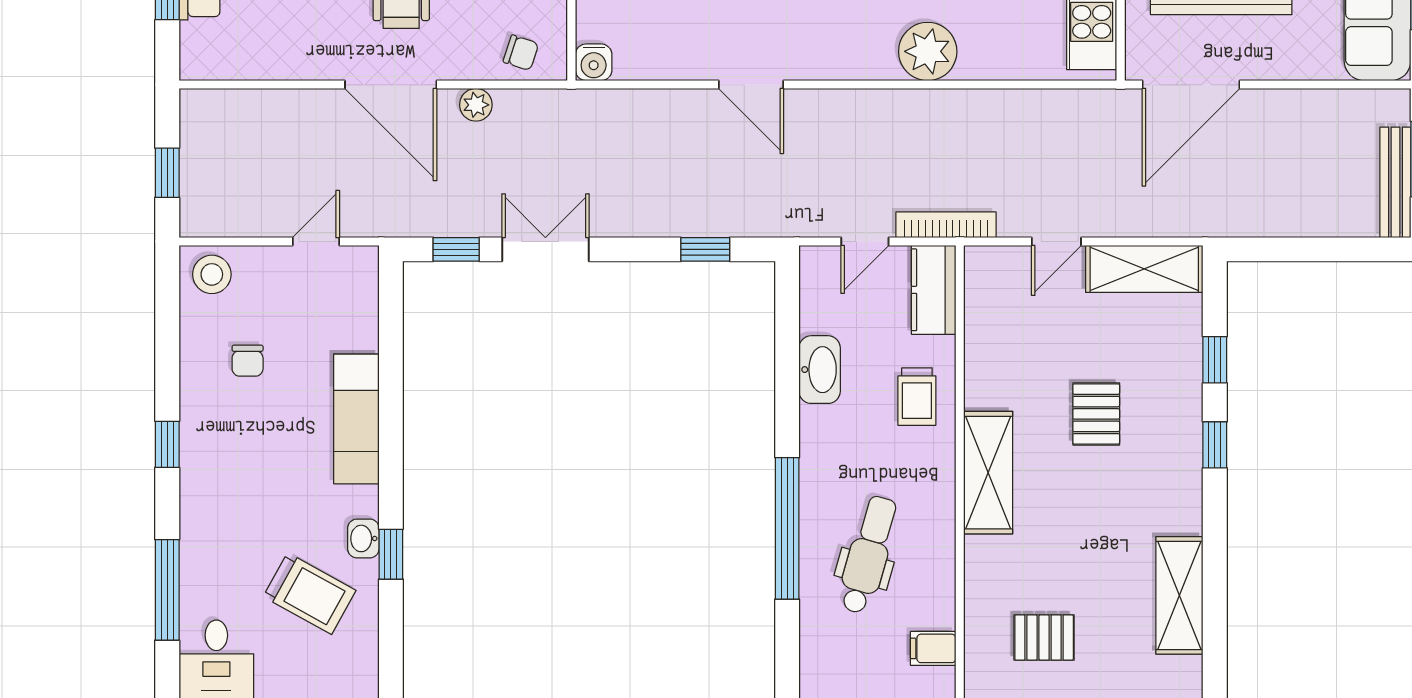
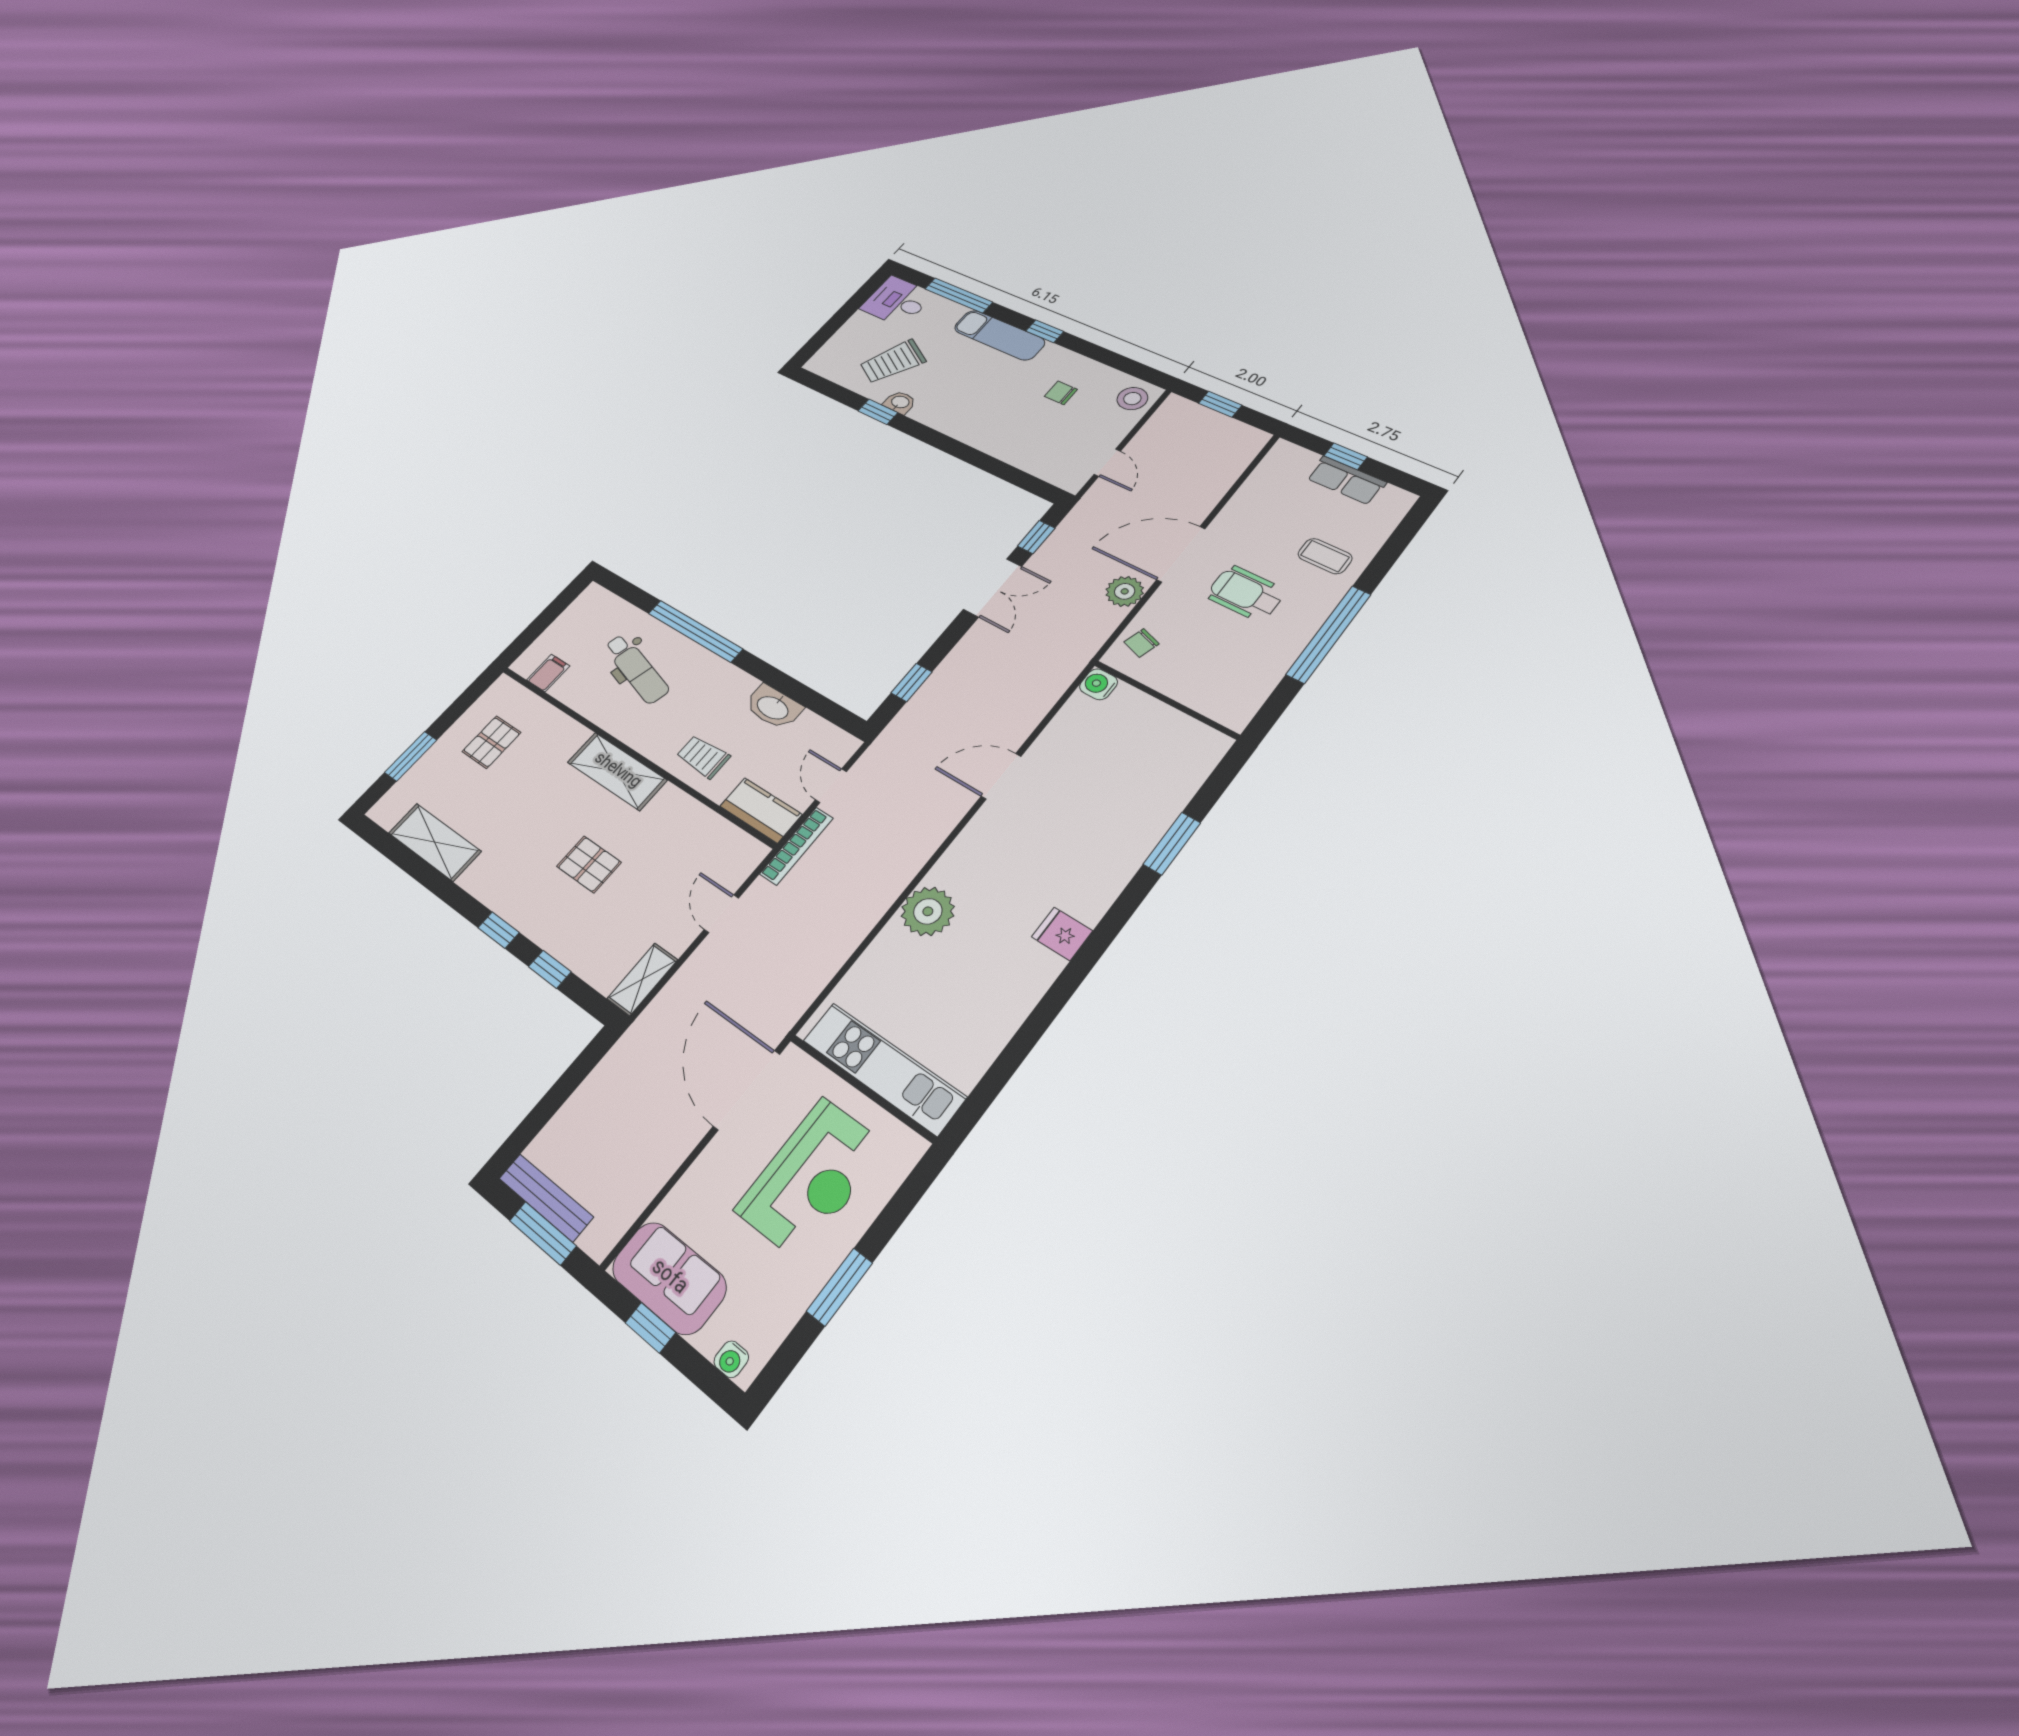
plant: (476, 105) -> (1125, 591), width x1.38, depth x1.38
shelving: (1144, 269) -> (642, 979), width x0.67, depth x0.75
exam couch: (356, 419) -> (999, 335), moved, turned 180

